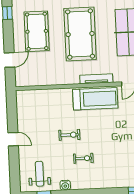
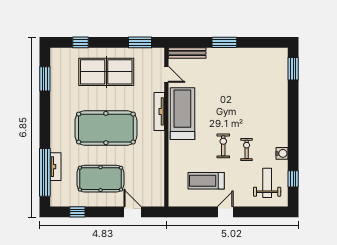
treadmill: (39, 122) -> (206, 181), added
exercise bike: (83, 158) -> (247, 149), moved
weight bench: (39, 174) -> (267, 183), turned 90

